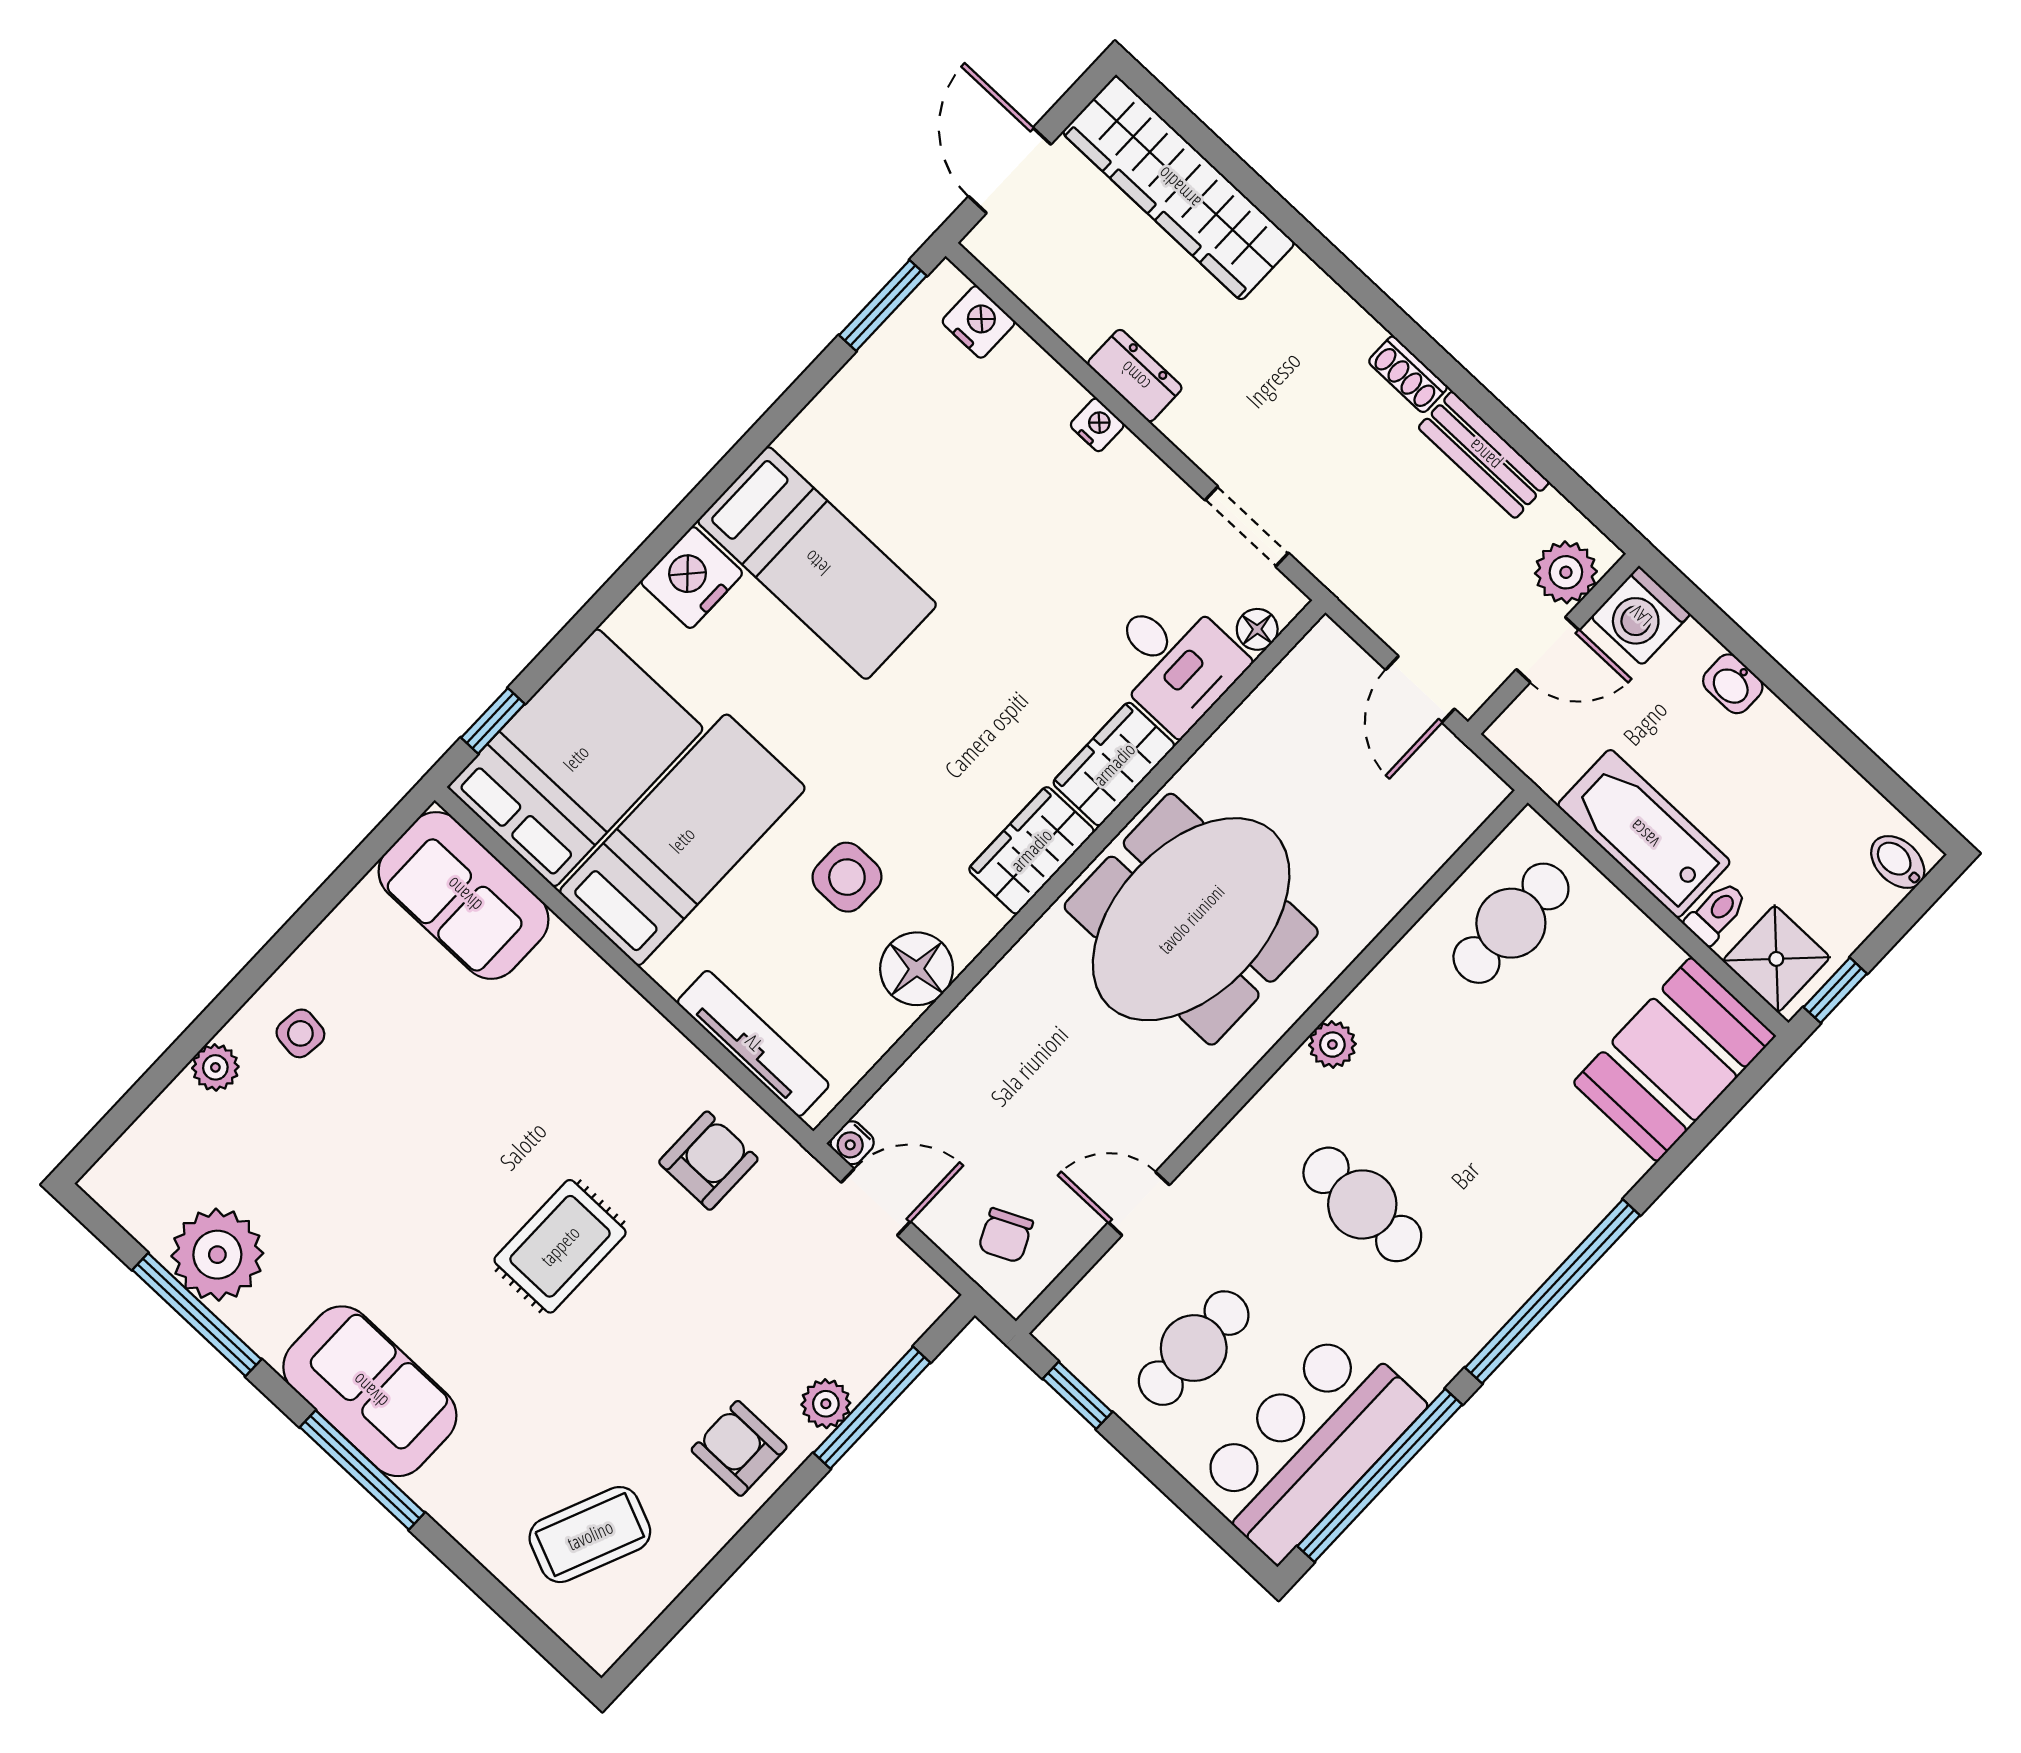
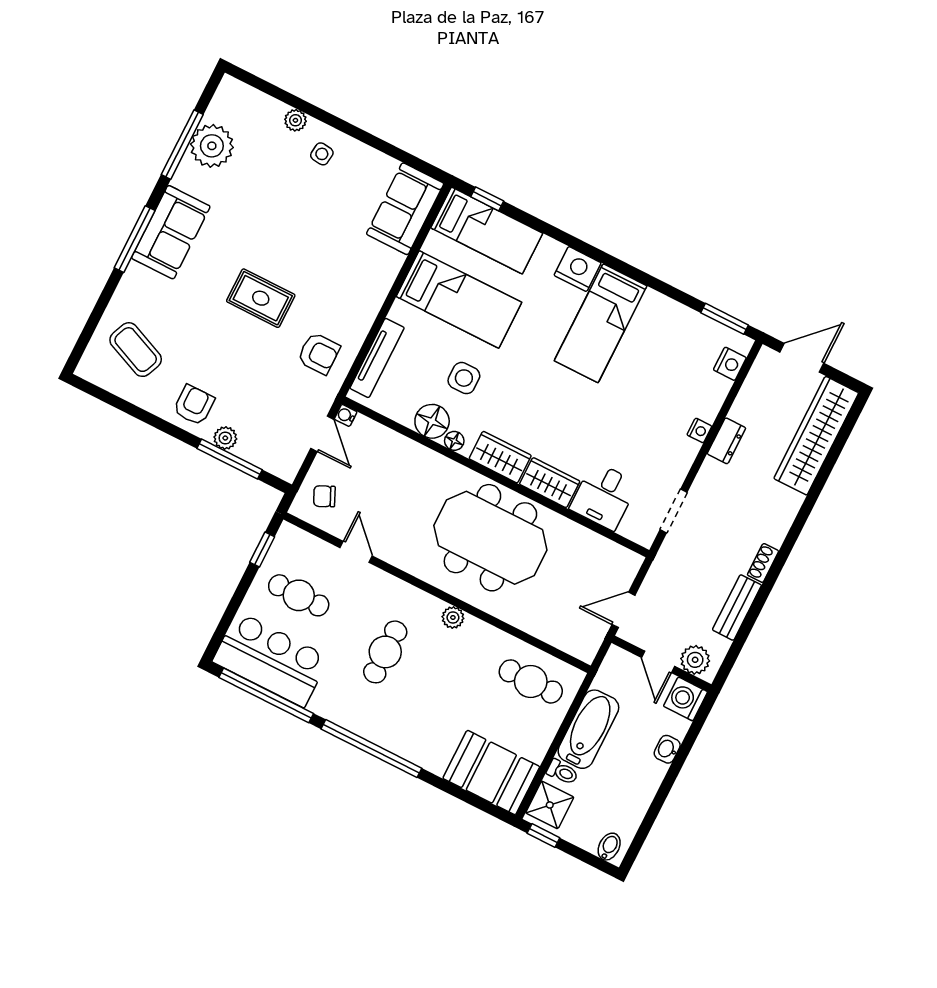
floor lamp: (1257, 629) -> (454, 441), moved
bed: (576, 758) -> (487, 231), width x0.67

